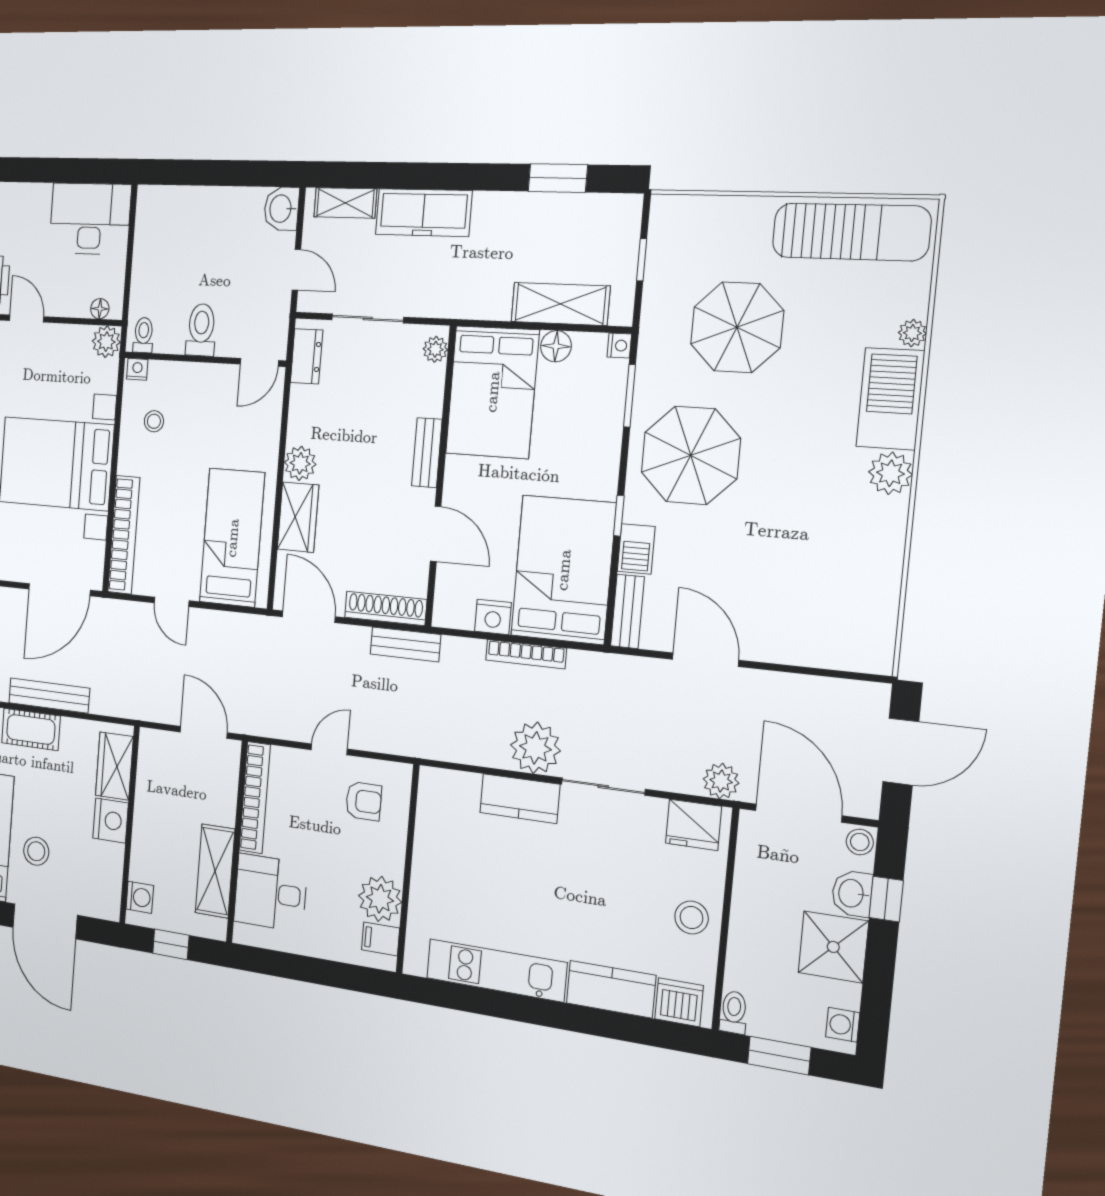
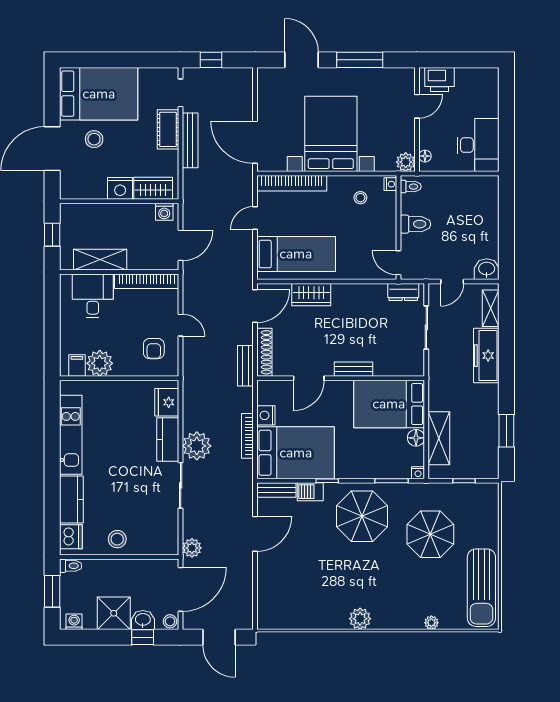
plant: (435, 349) -> (411, 369), removed
barbecue: (890, 399) -> (398, 615), removed
plant: (300, 463) -> (342, 293), removed
fridge: (694, 825) -> (167, 402), moved
washing machine: (140, 897) -> (164, 212), moved

